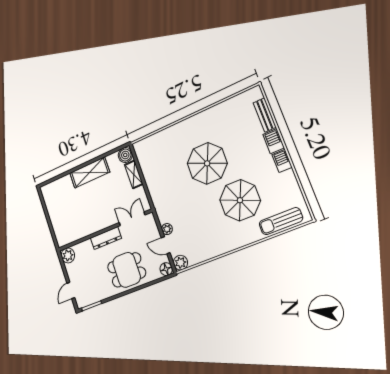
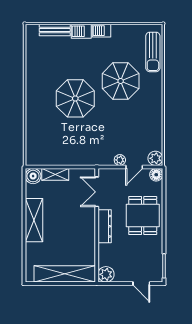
shelving: (57, 219) -> (65, 274), added

